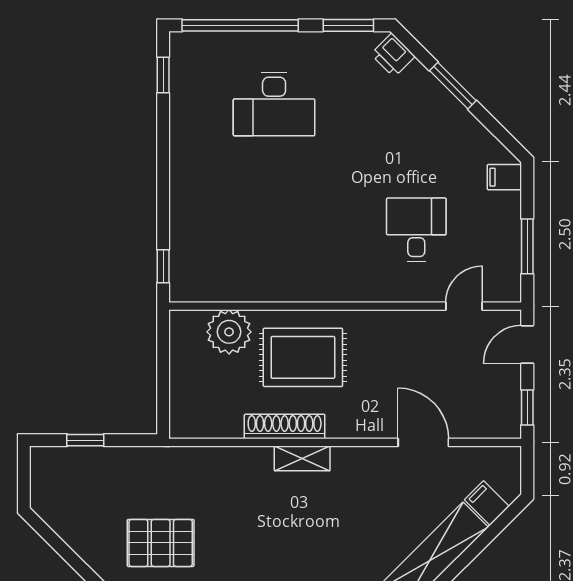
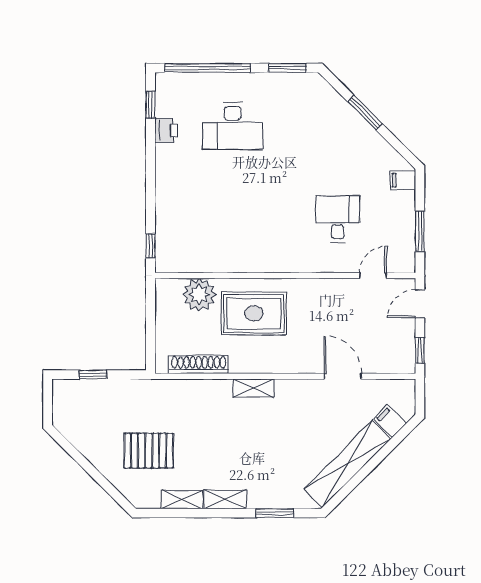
printer: (393, 55) -> (166, 130), moved, turned -135
shoe rack: (285, 427) -> (199, 365), moved

